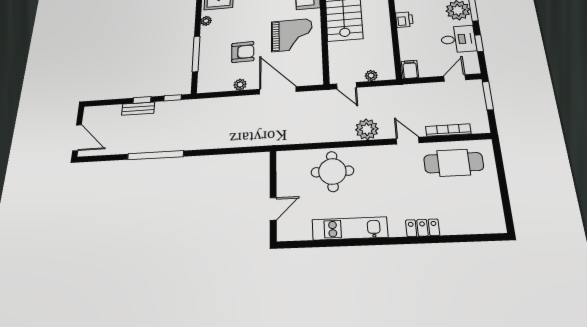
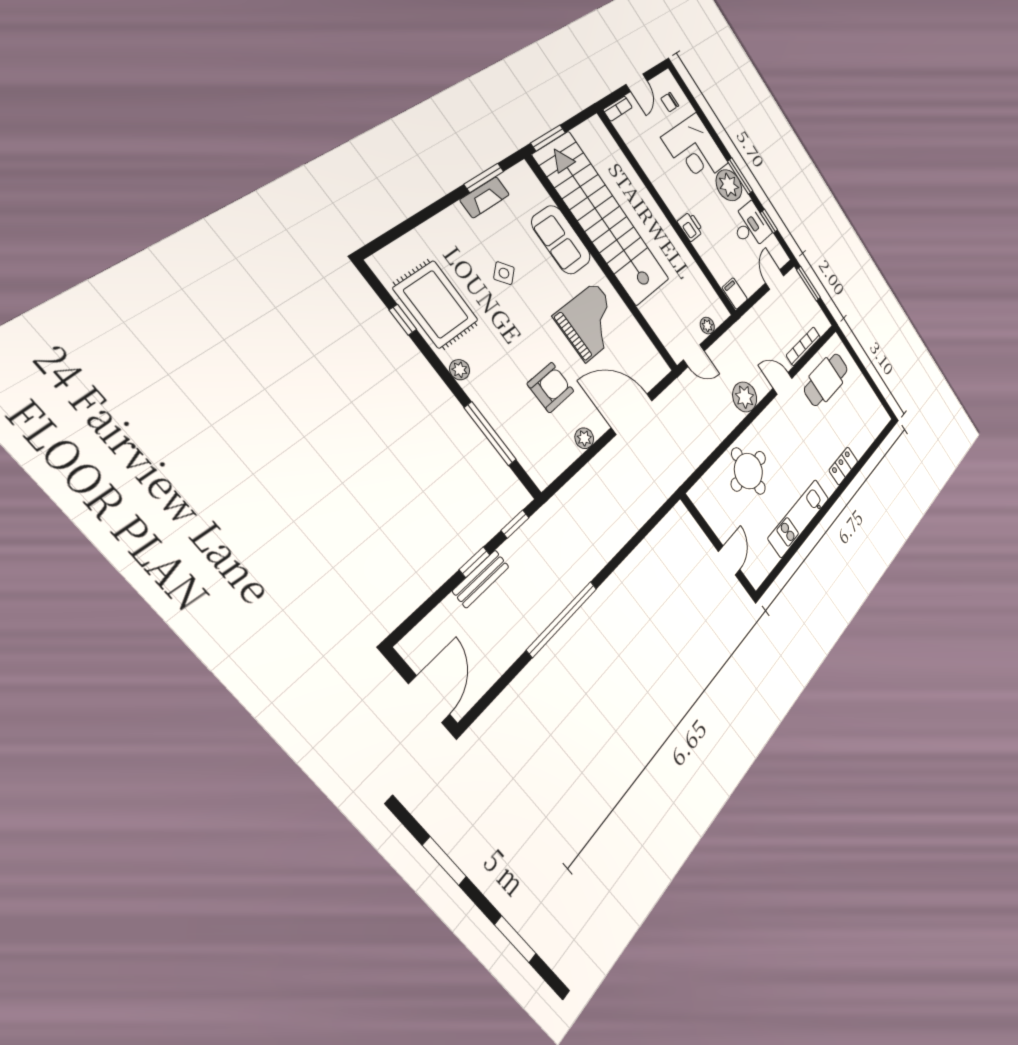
door: (77, 138) -> (429, 699), hinge flipped

